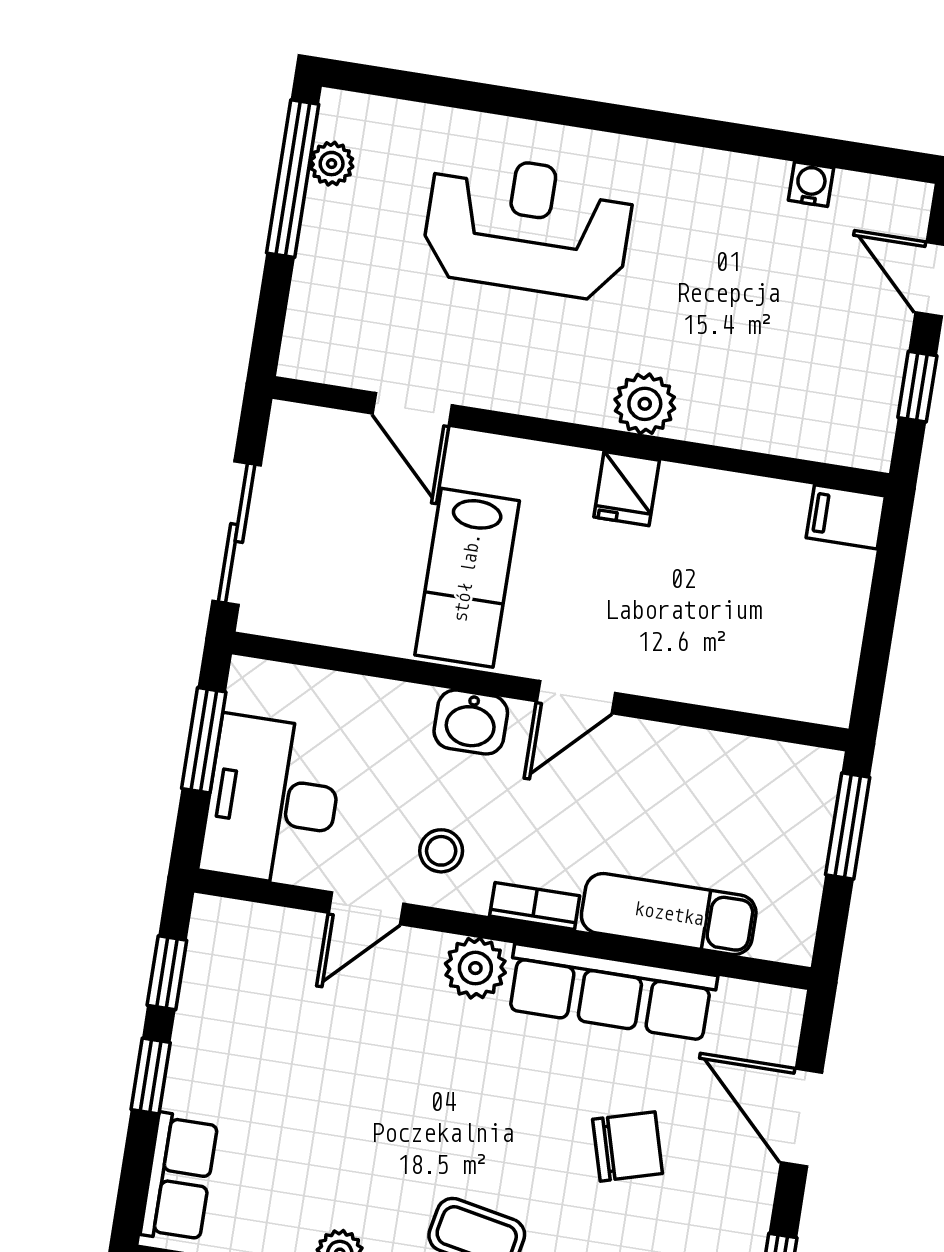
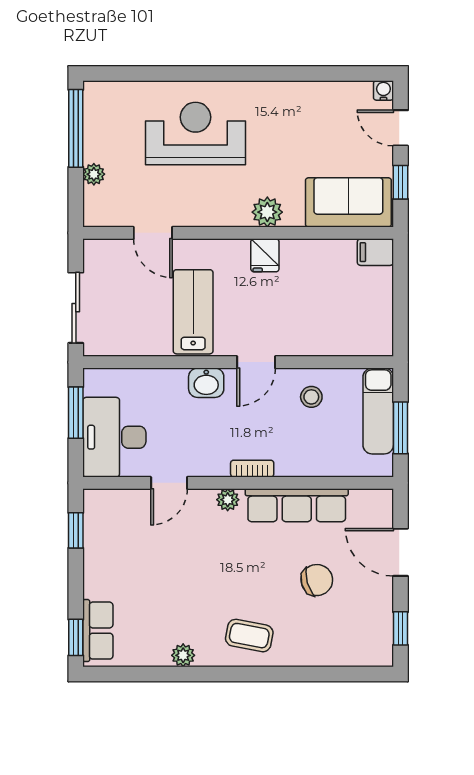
plant: (332, 164) -> (94, 174), moved
water cooler: (811, 184) -> (383, 90), moved
sofa: (808, 410) -> (348, 202), added
lab bench: (467, 578) -> (193, 312), turned 180
window: (848, 826) -> (400, 428), moved
stool: (441, 851) -> (311, 397), moved
exam couch: (669, 914) -> (378, 411), moved, turned -90
plant: (475, 968) -> (228, 500), width x0.73, depth x0.73
window: (151, 1076) -> (76, 637), moved

